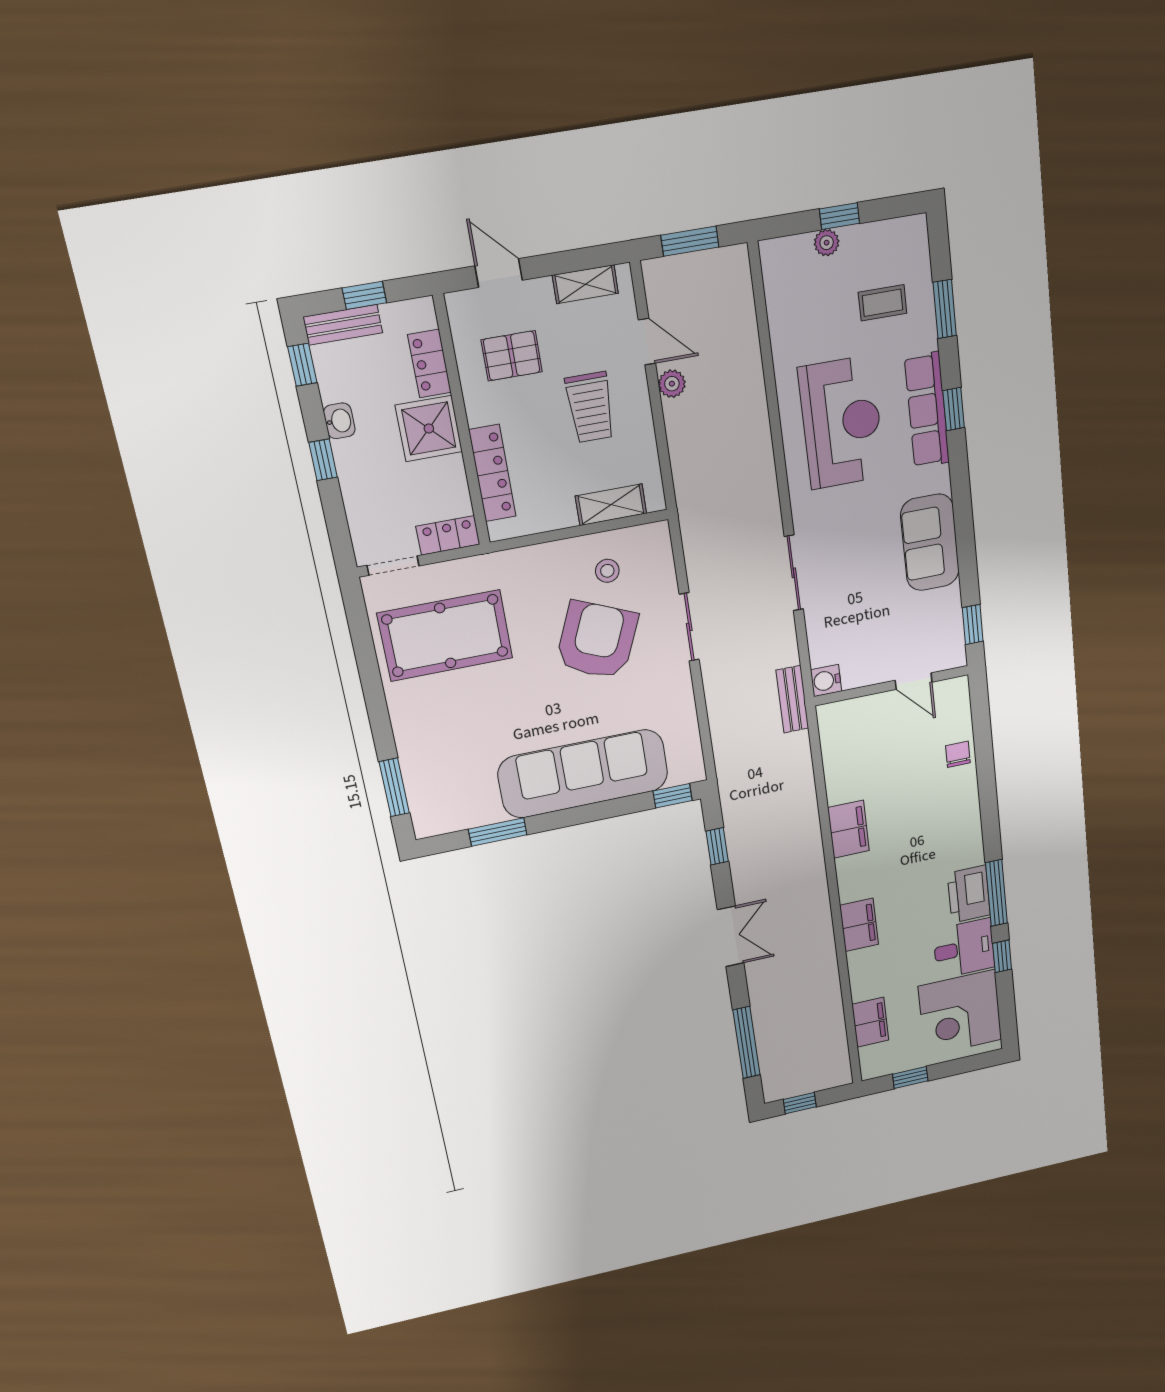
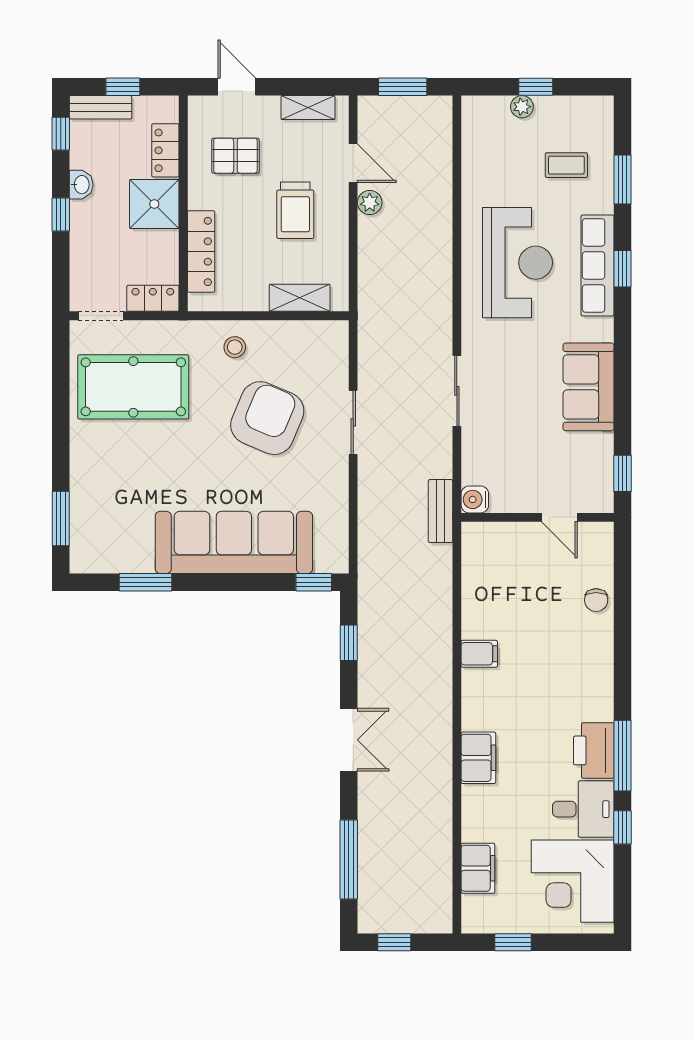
stool: (607, 571) -> (235, 347), moved
chair: (958, 754) -> (596, 600), turned 180
filing cabinet: (848, 829) -> (479, 654), width x0.50

